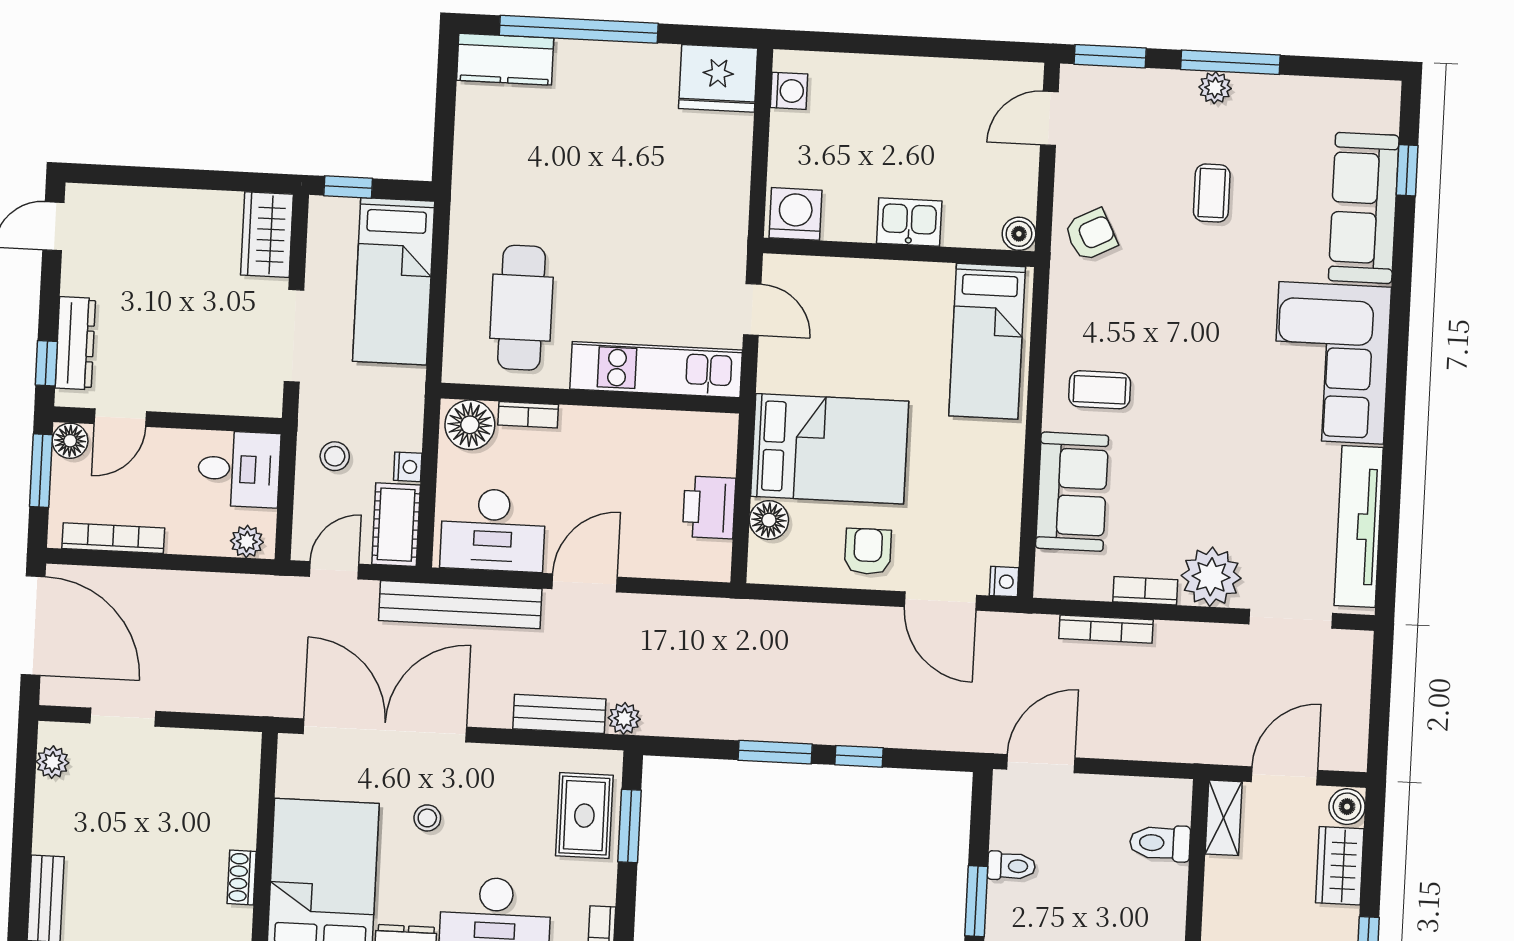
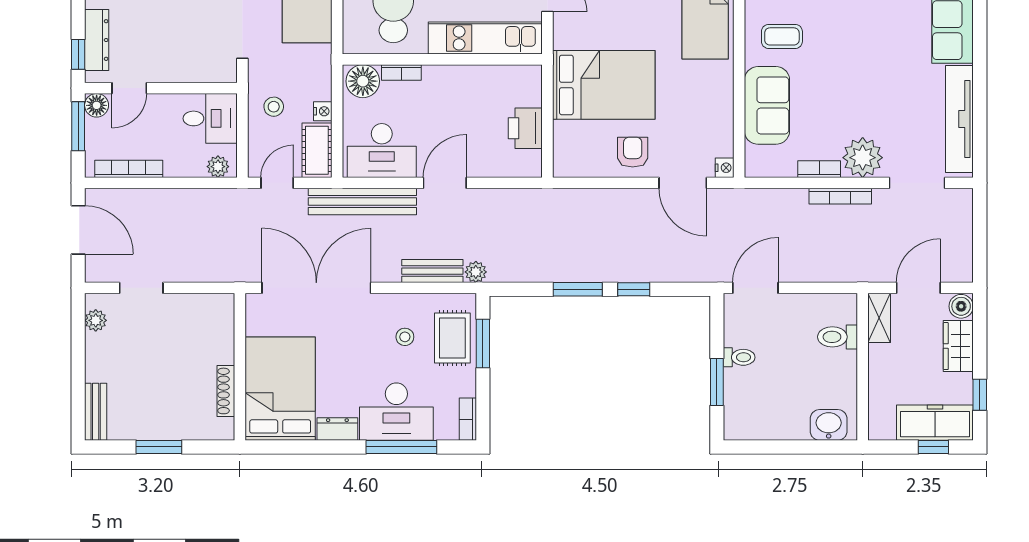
floor lamp: (769, 520) -> (566, 135), removed
door: (33, 626) -> (78, 230), width x0.73
bookcase: (1106, 629) -> (840, 196), moved
stool: (427, 818) -> (405, 337), moved
shoe rack: (242, 877) -> (226, 391), width x1.43

